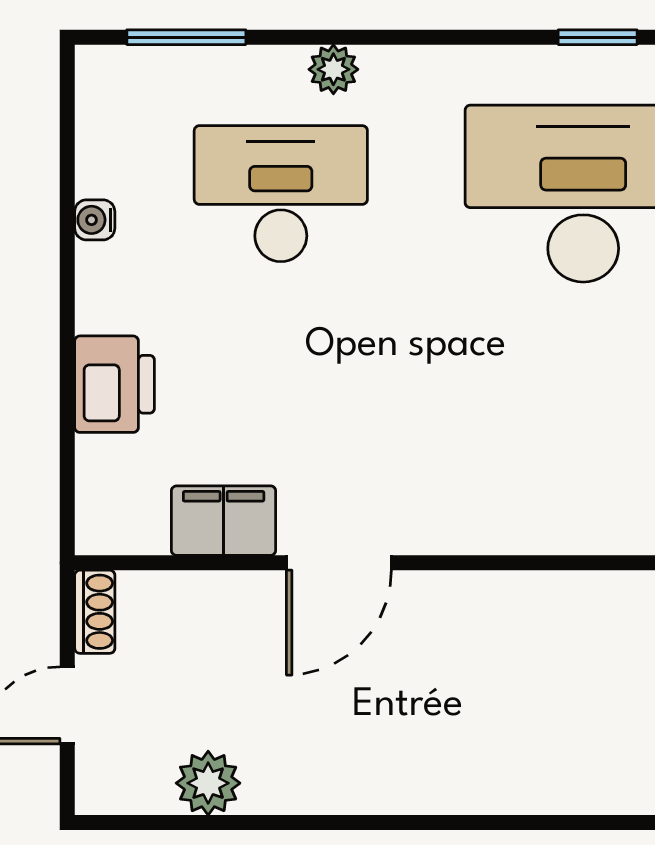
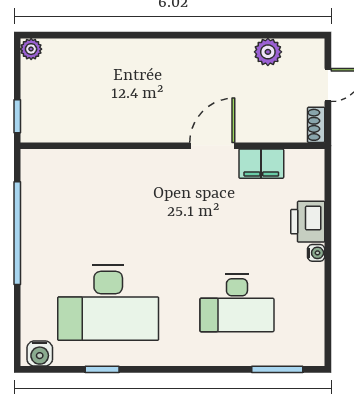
plant: (333, 69) -> (215, 356), removed
water cooler: (95, 220) -> (316, 253), moved

